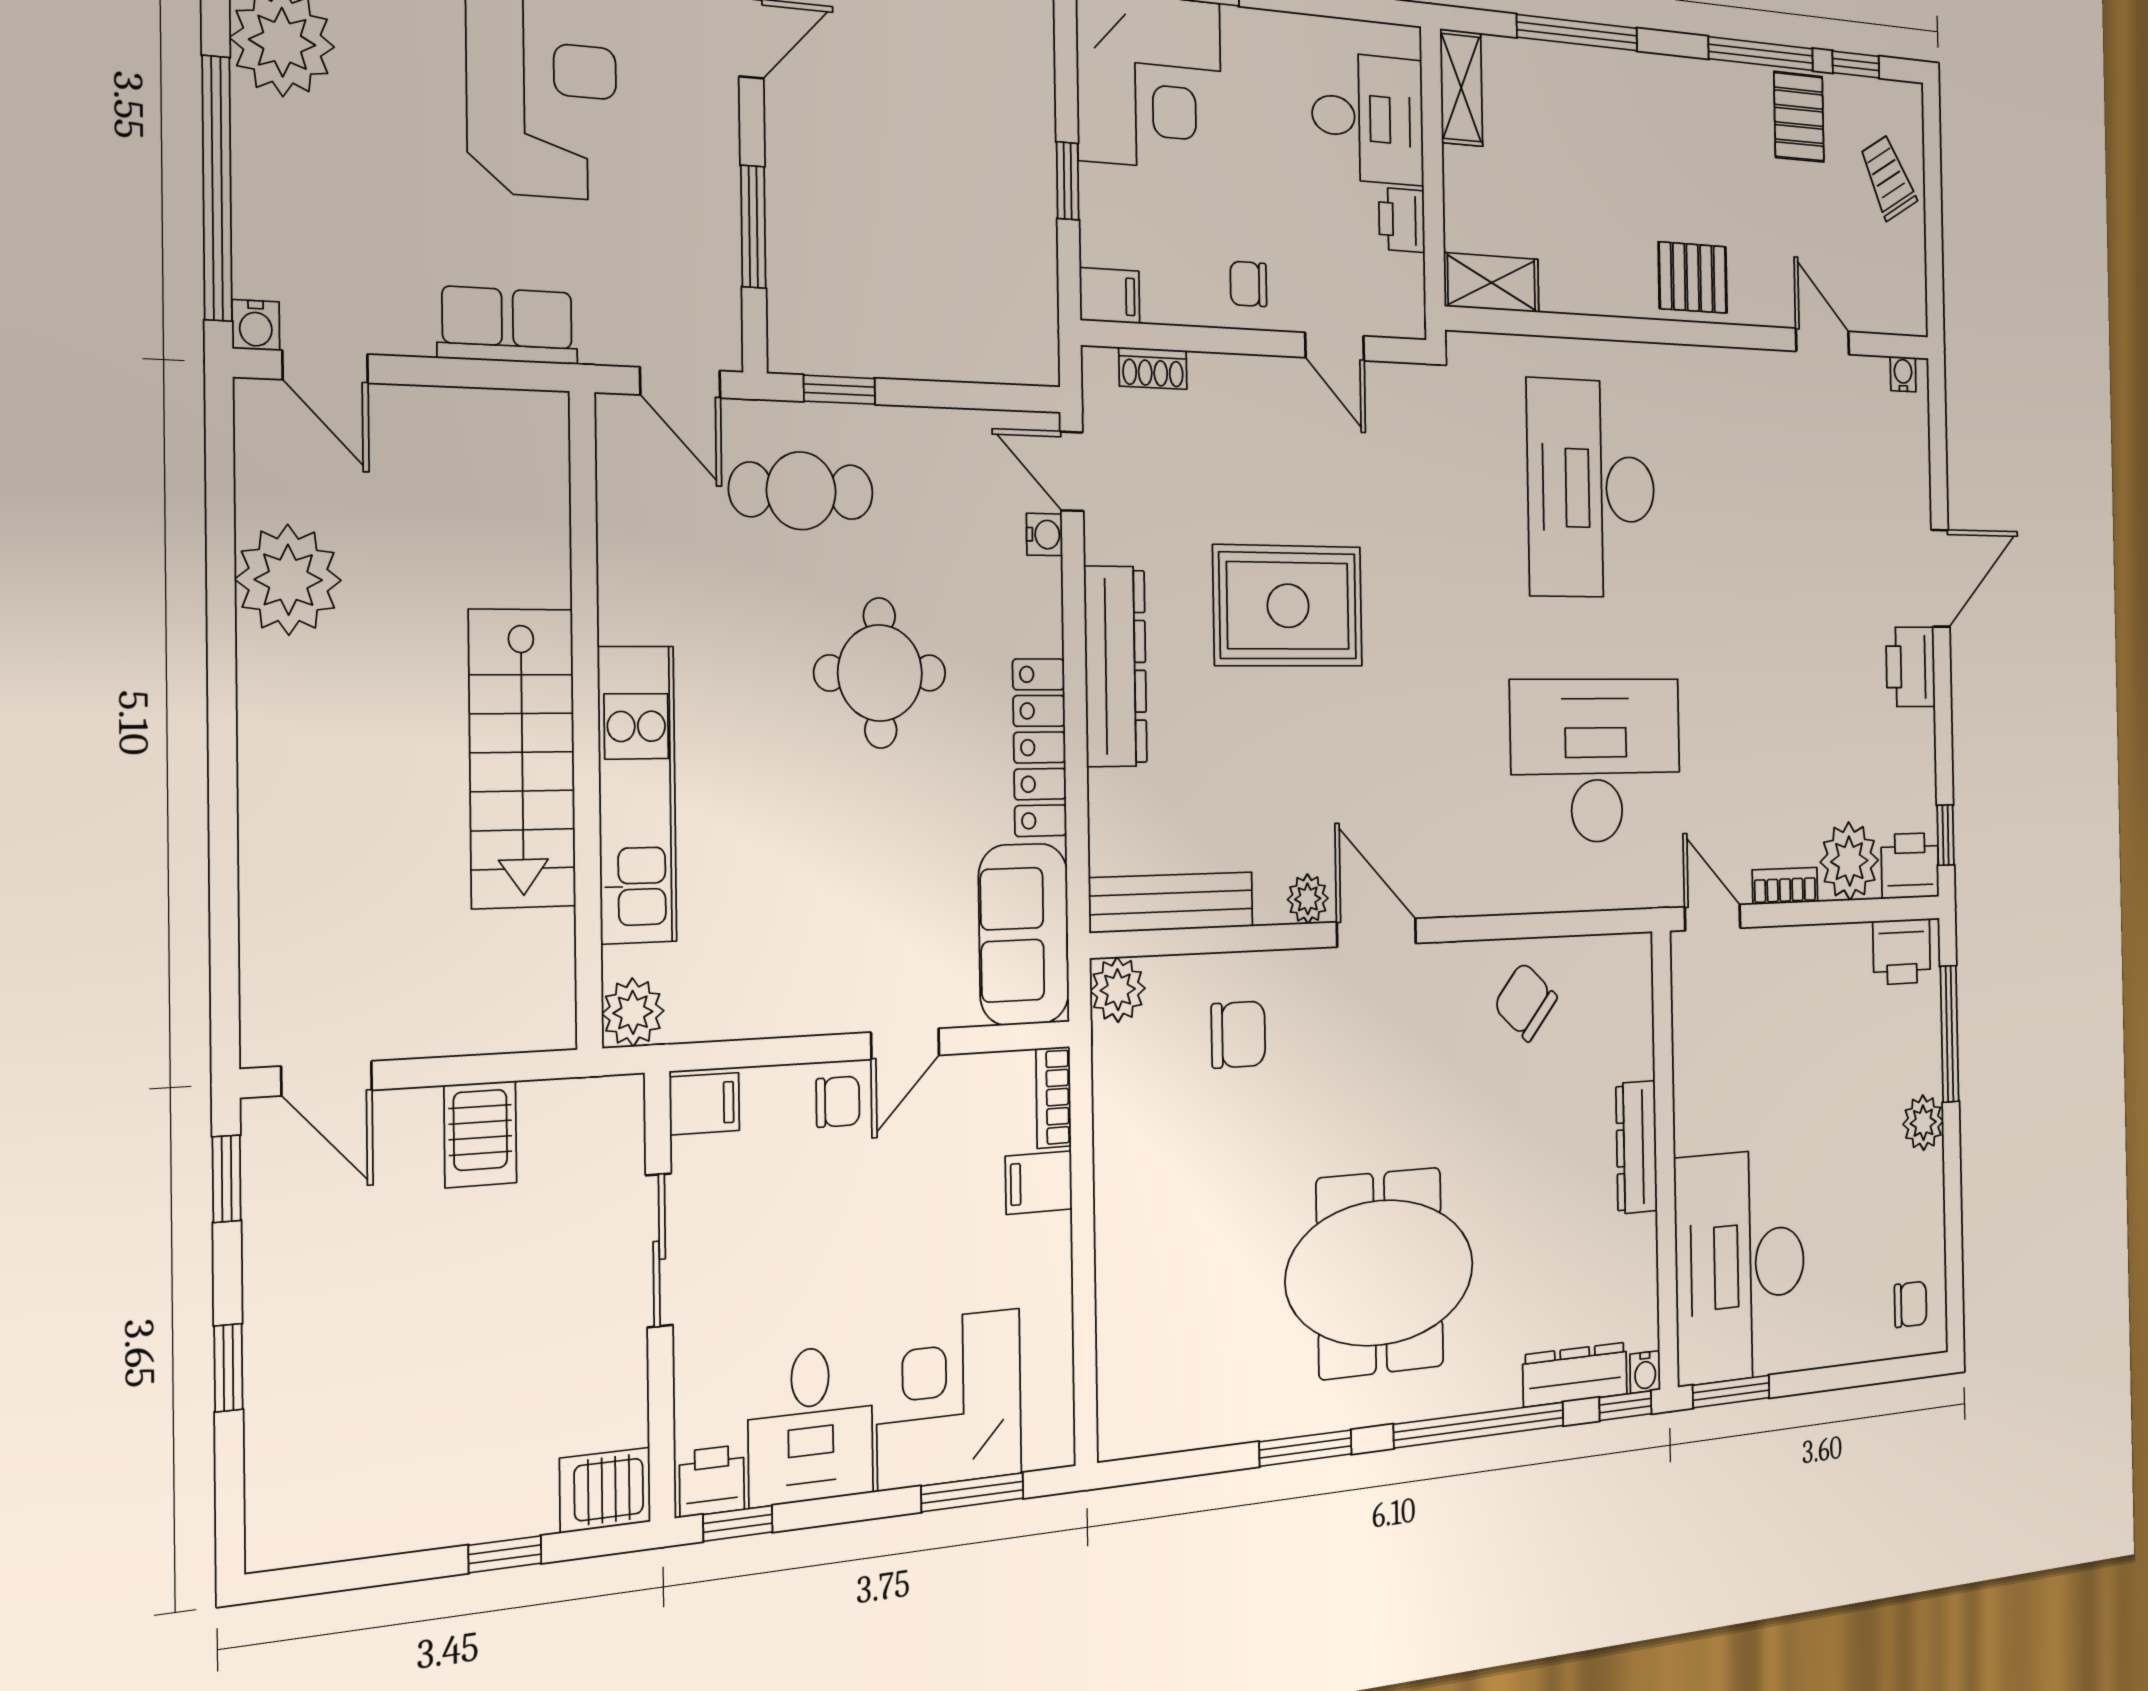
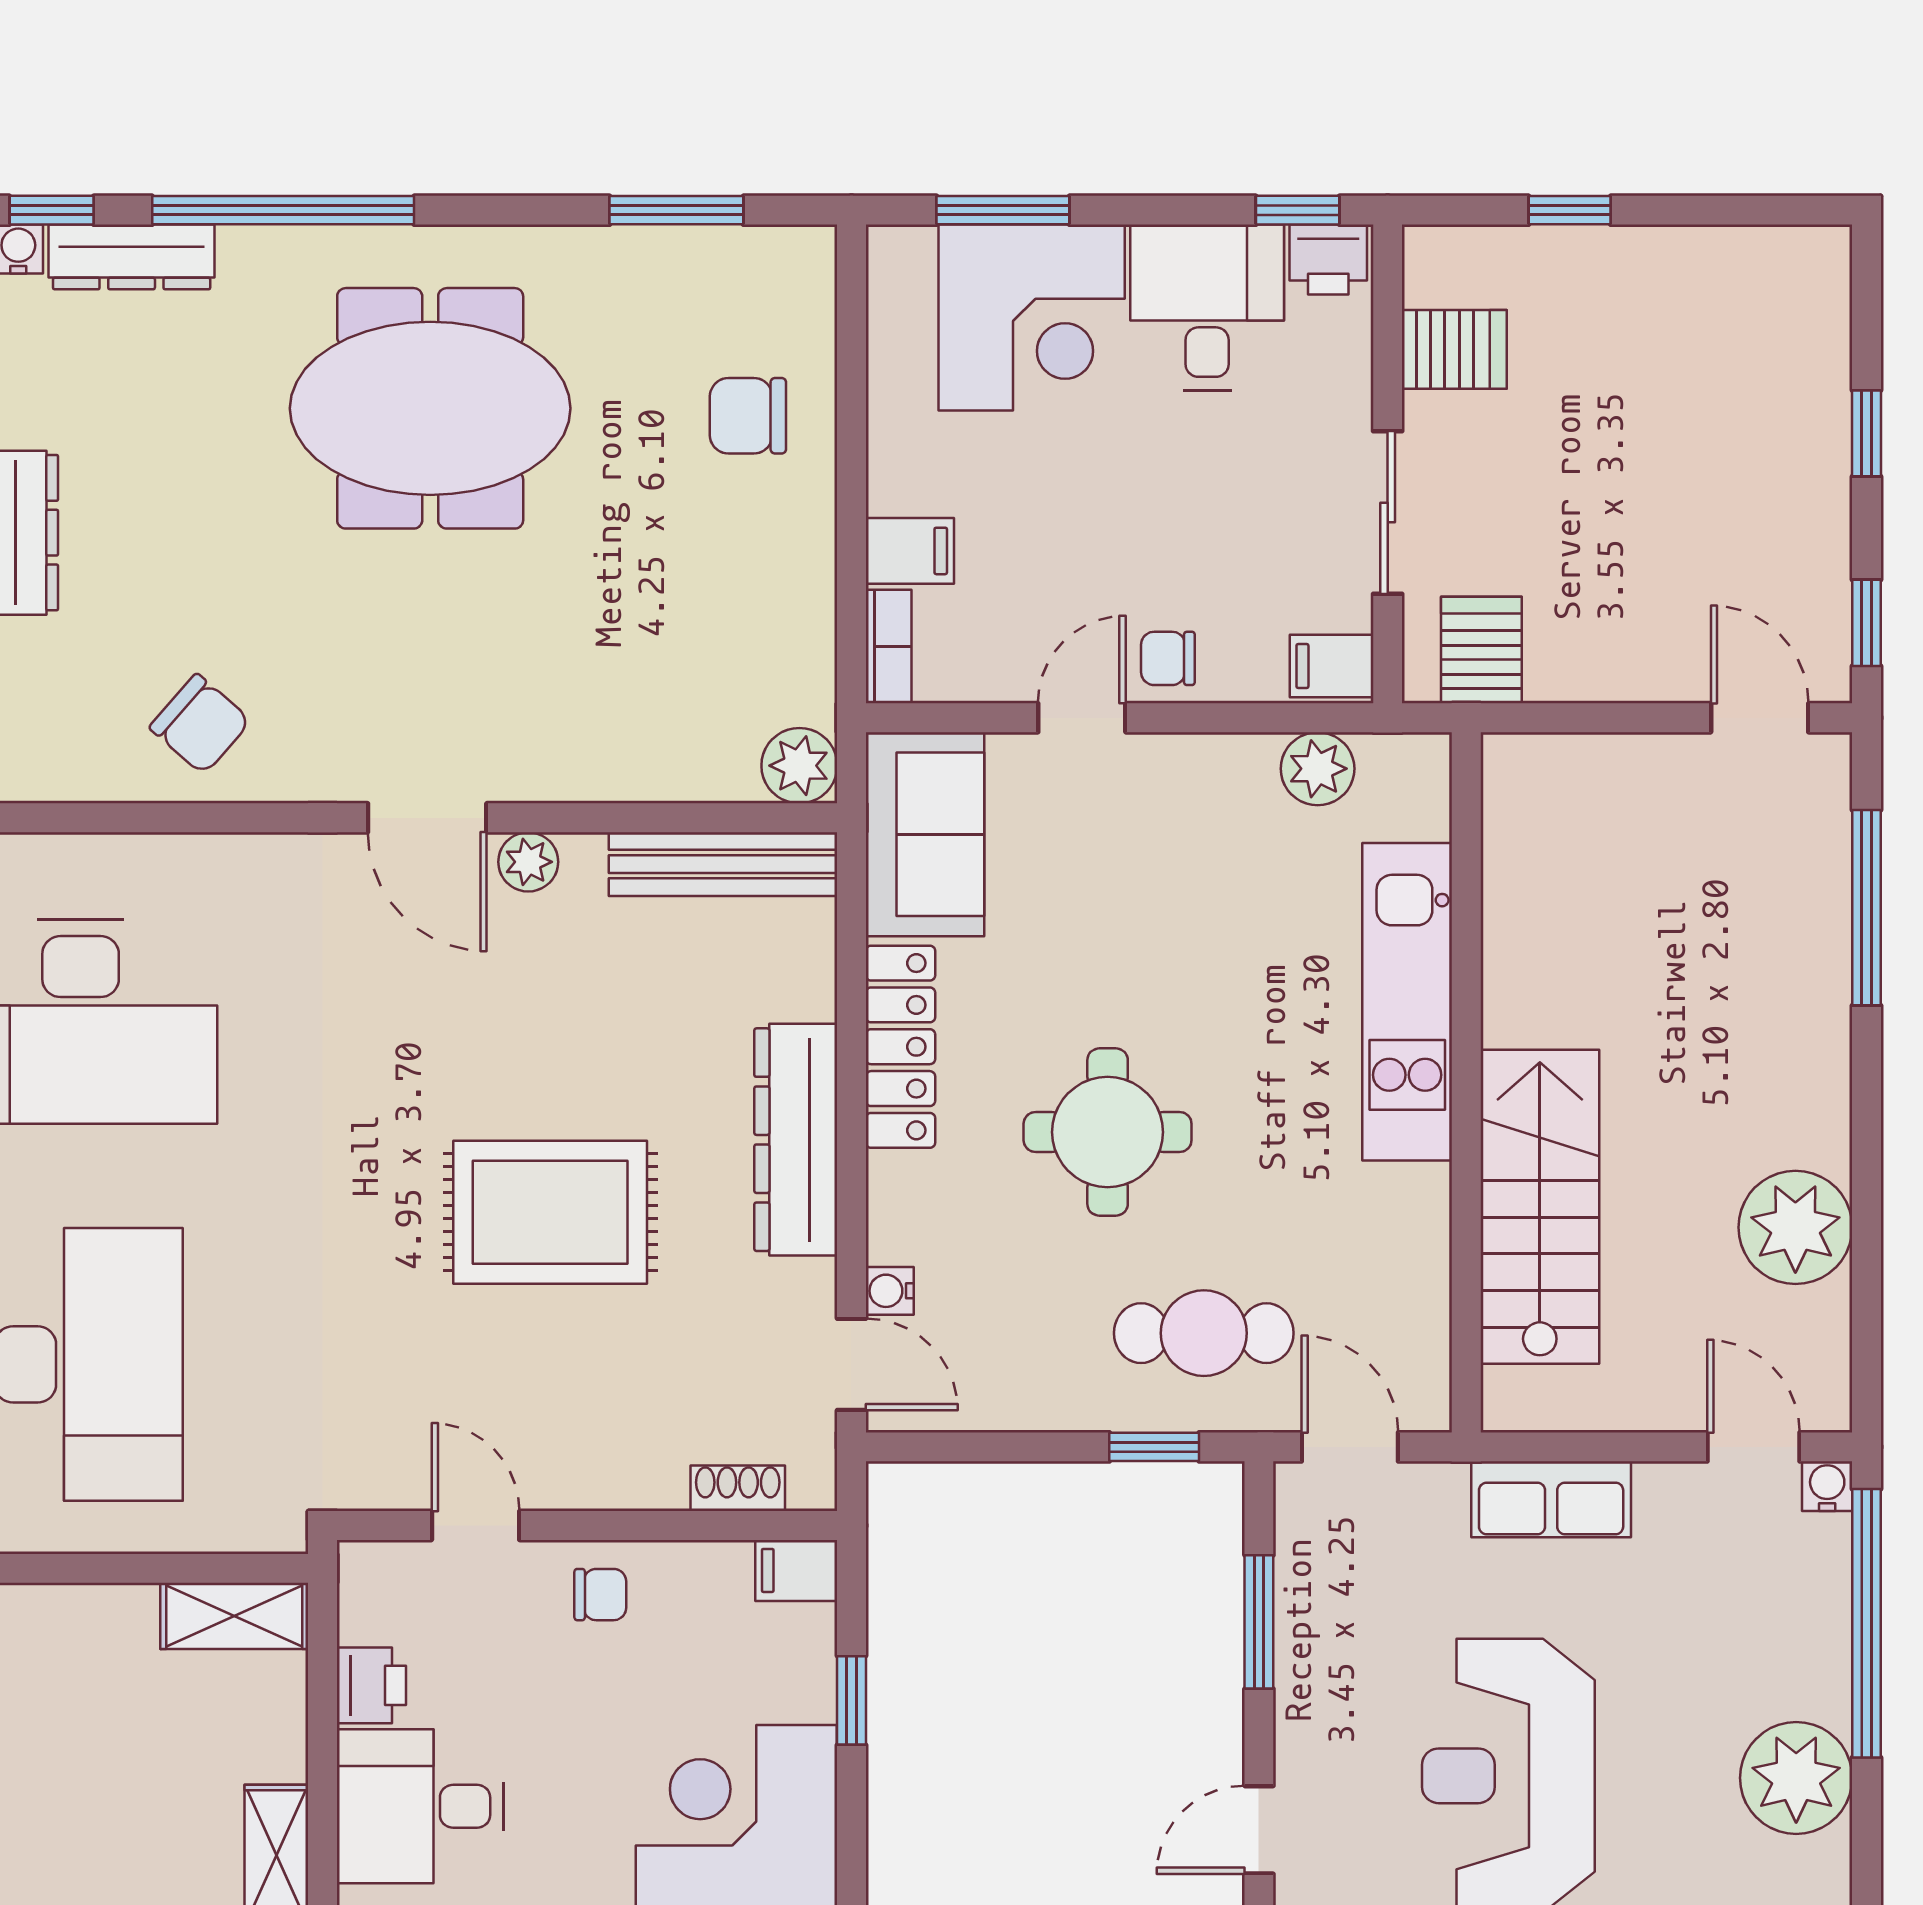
stairs: (522, 758) -> (1540, 1207), moved
window: (224, 896) -> (1867, 908), added
plant: (633, 1012) -> (1318, 769), moved
chair: (1238, 1035) -> (748, 416), moved
server rack: (480, 1134) -> (1481, 650), moved
window: (1306, 1448) -> (676, 210), moved
server rack: (605, 1490) -> (1454, 349), moved

